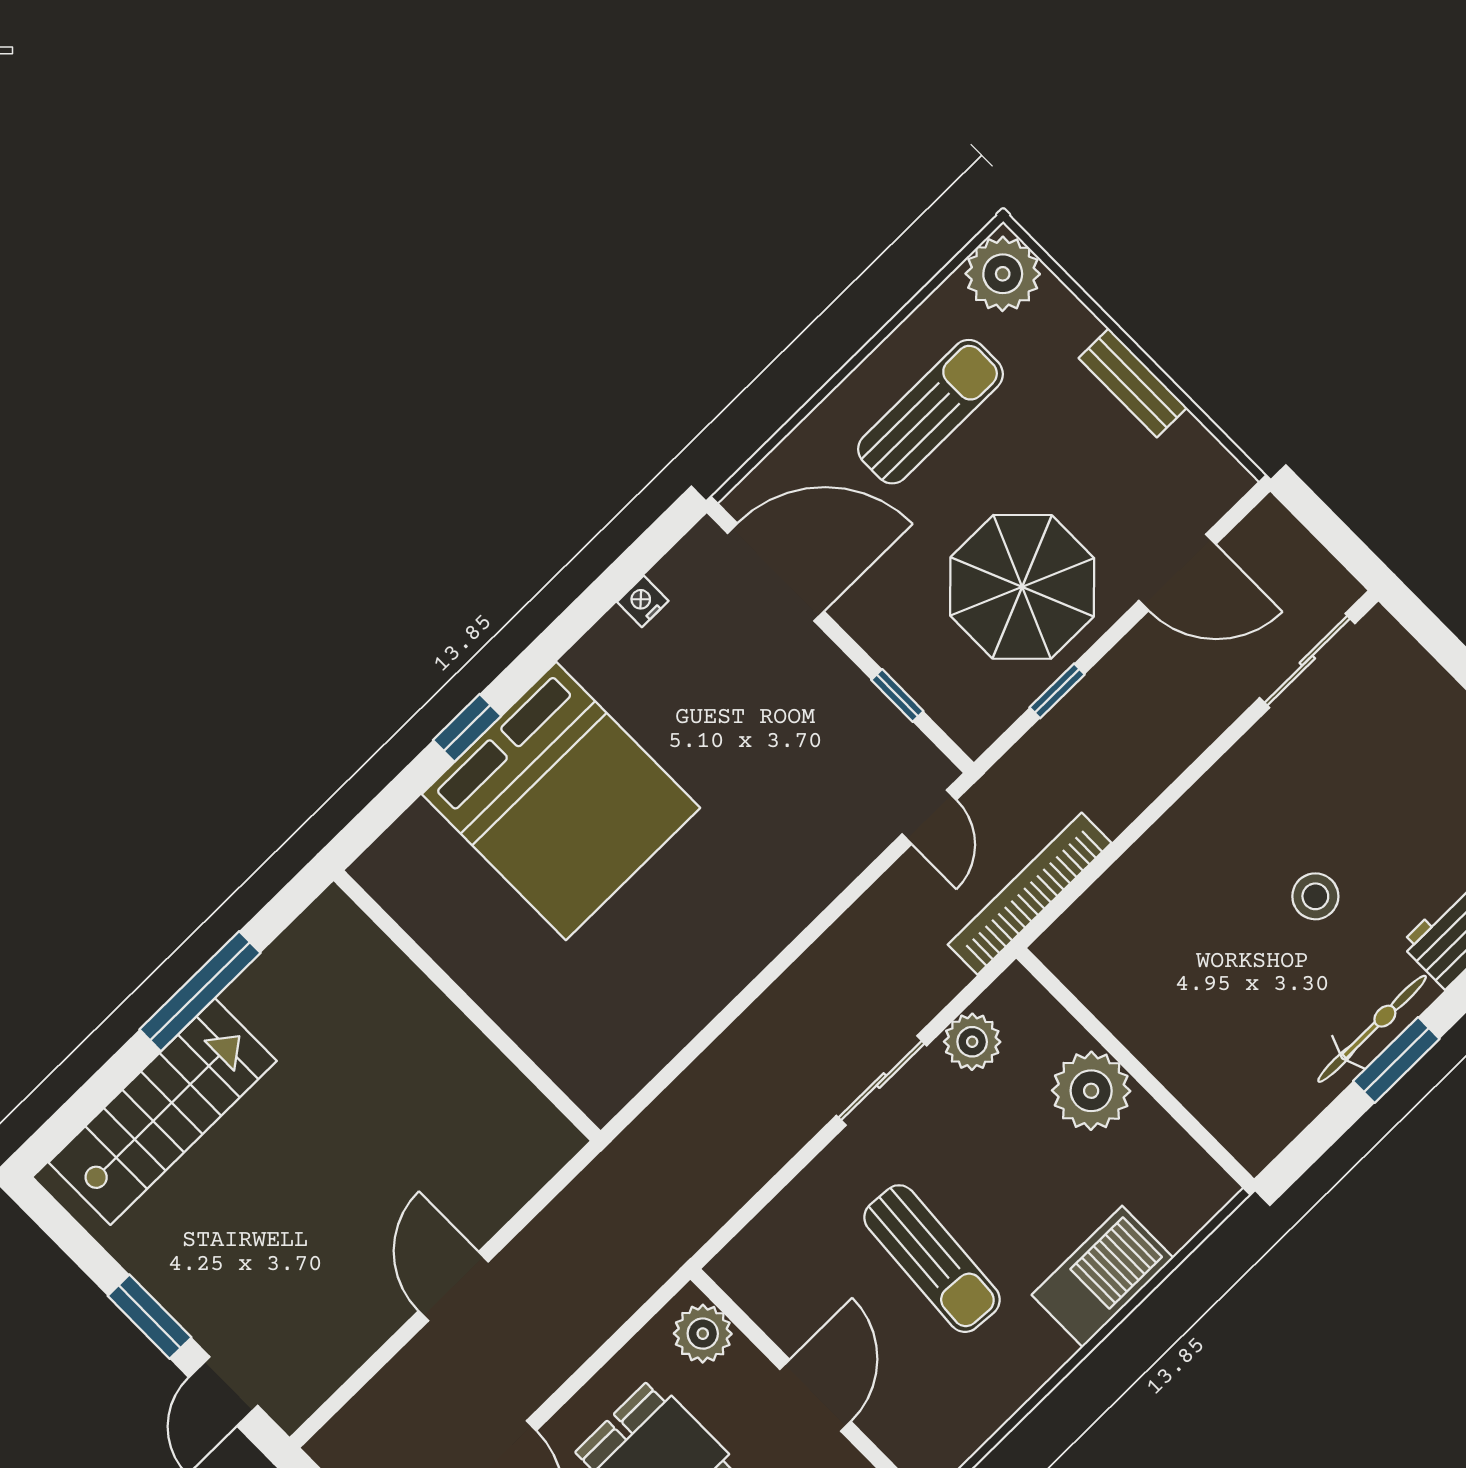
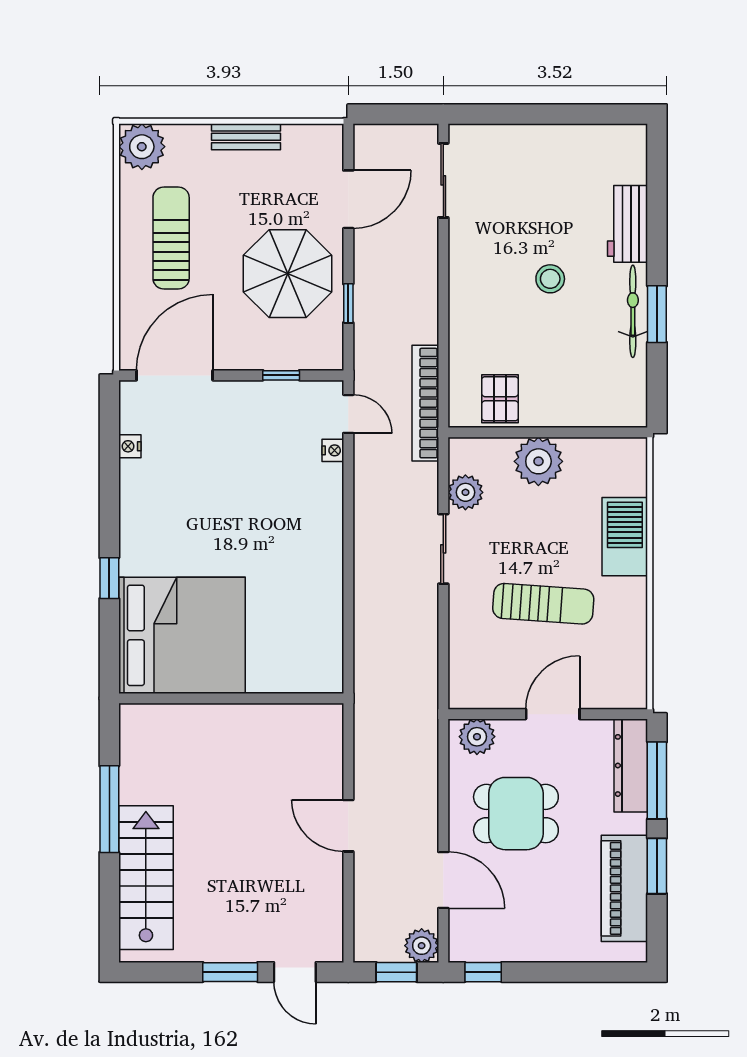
bed: (561, 801) -> (182, 635), moved
nightstand: (869, 841) -> (333, 450), added
pallet: (1120, 975) -> (500, 399), added
door: (815, 1395) -> (553, 714), hinge flipped

